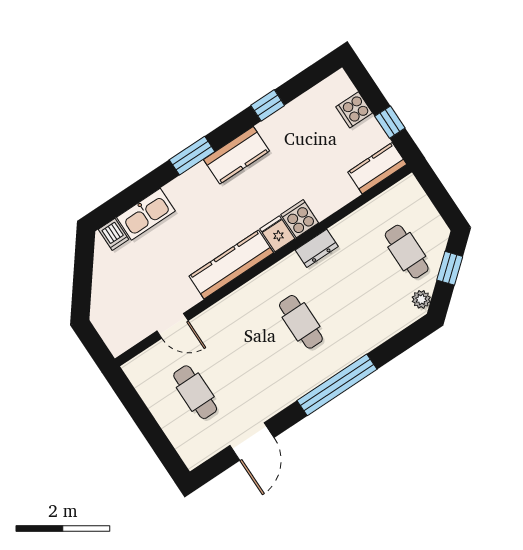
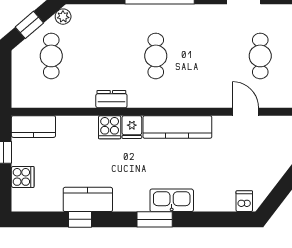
kitchen counter: (237, 155) -> (88, 199), moved
kitchen sink: (146, 214) -> (172, 200), moved

